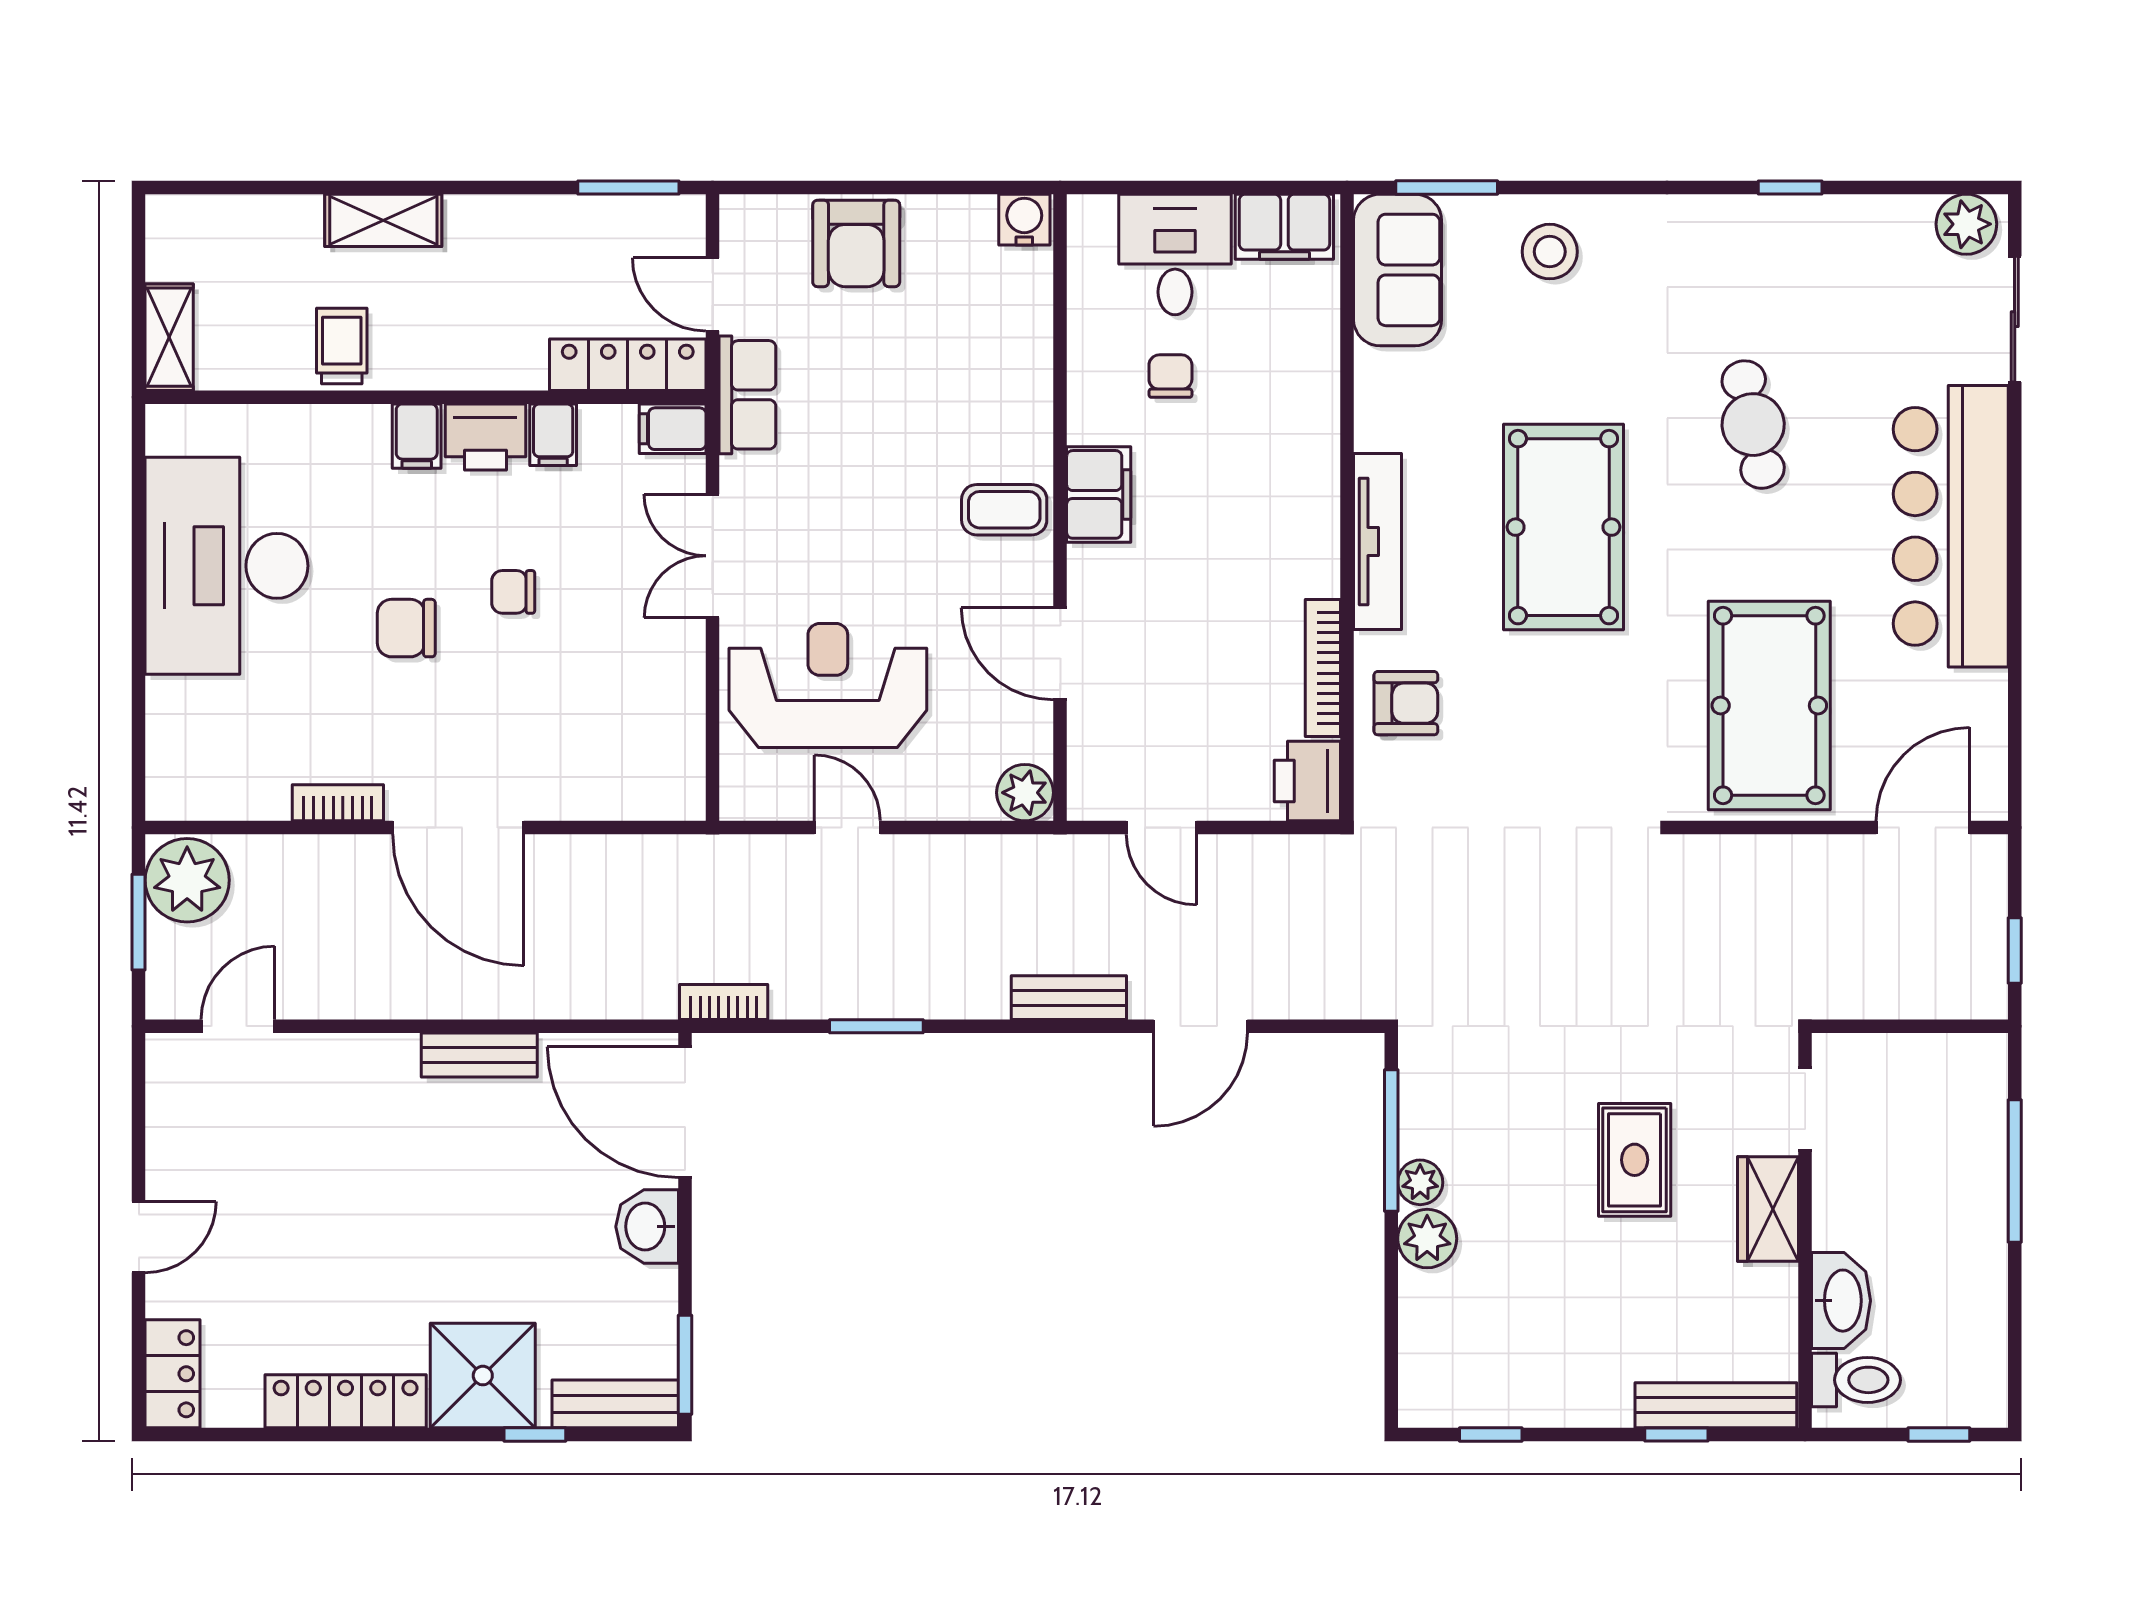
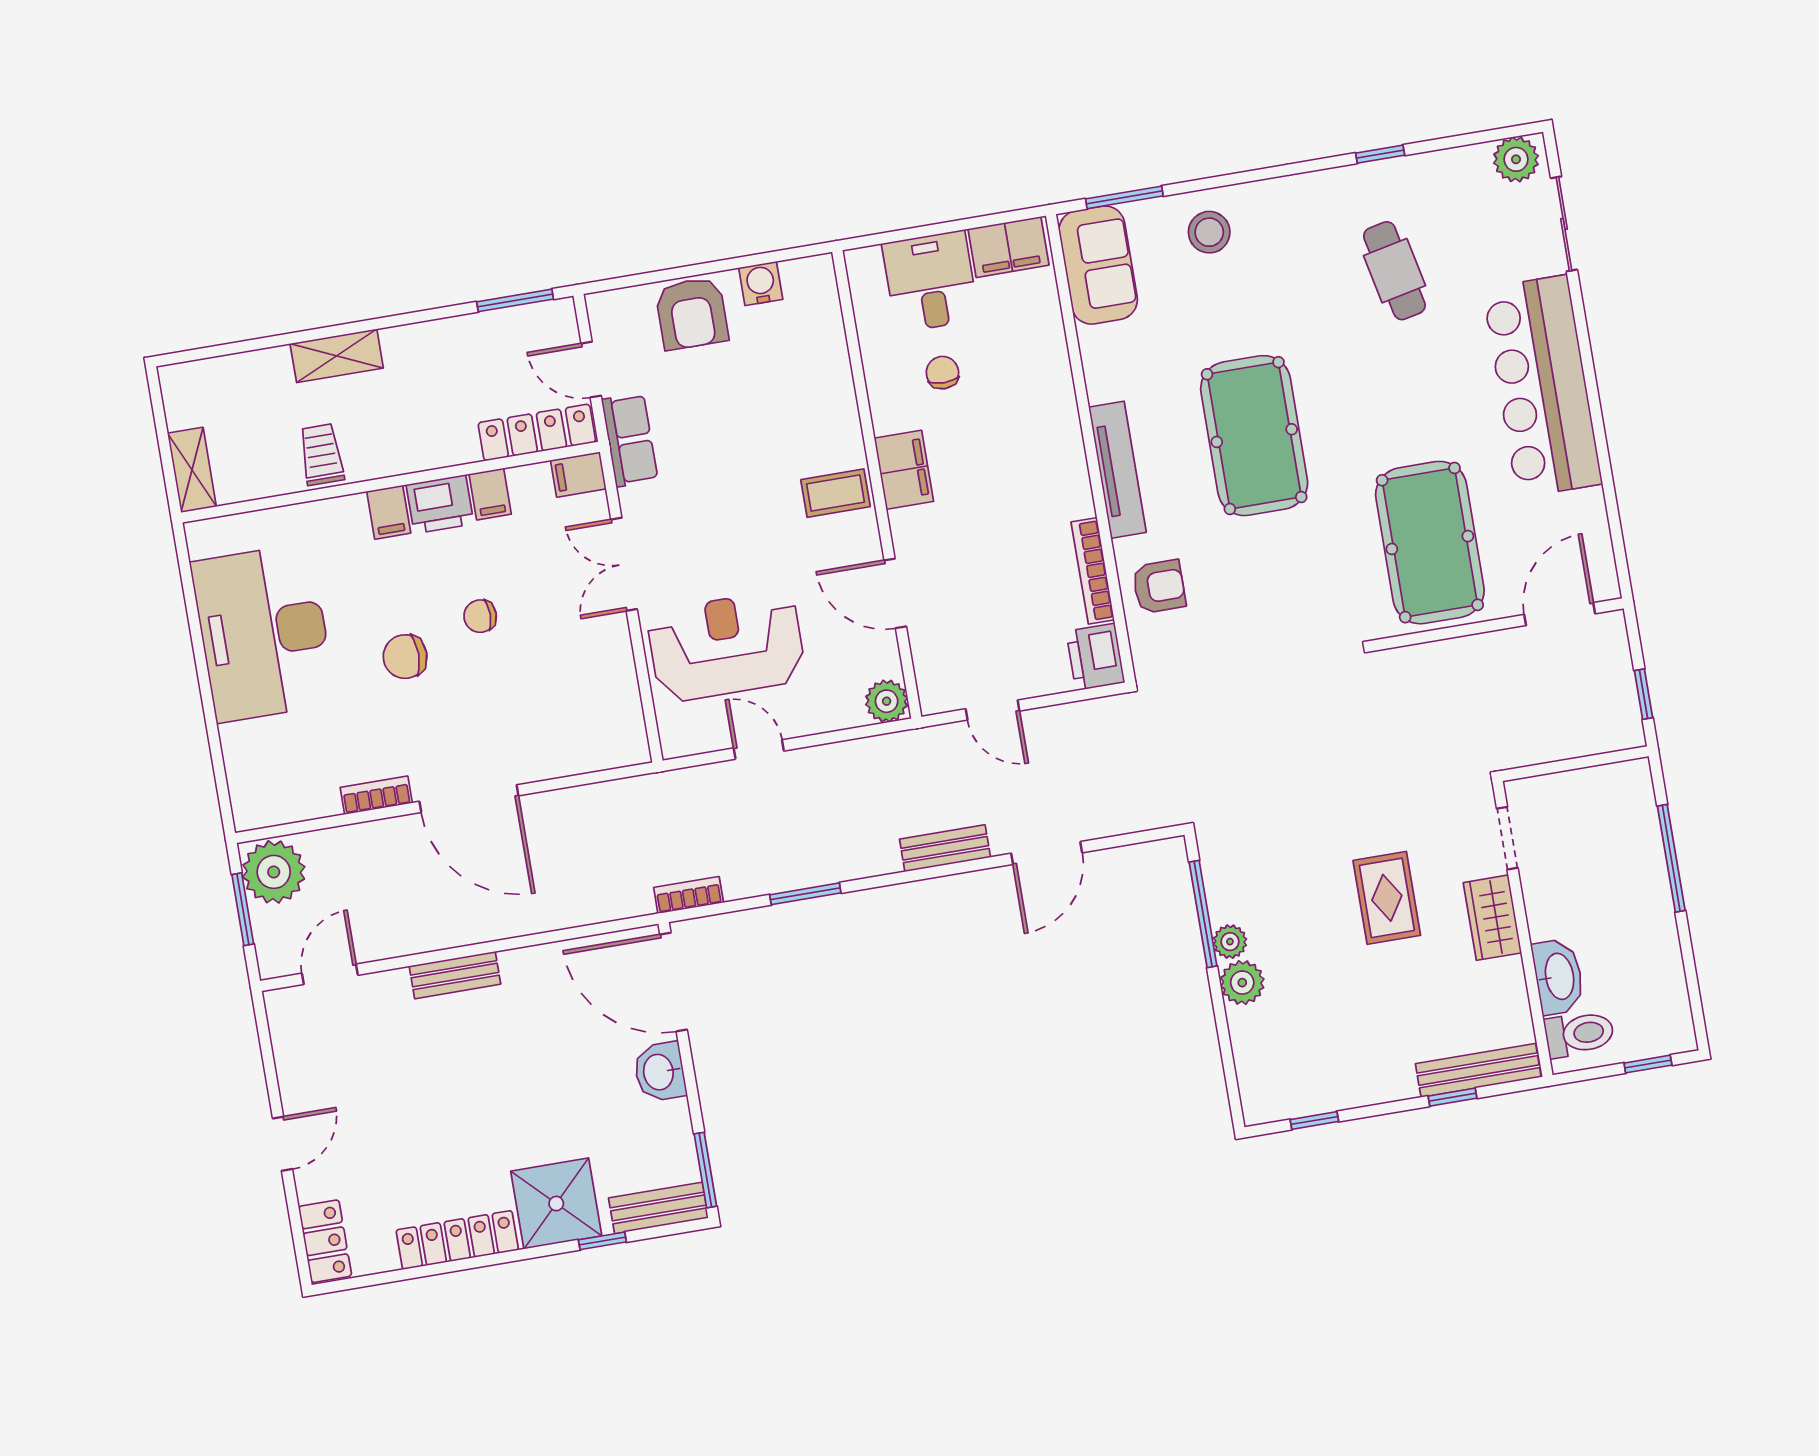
water cooler: (1024, 220) -> (761, 283), moved
cafe table: (1753, 425) -> (1394, 271), moved
bench: (479, 1055) -> (455, 975), moved

